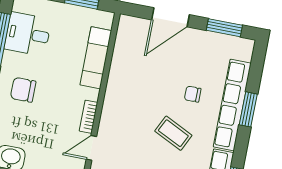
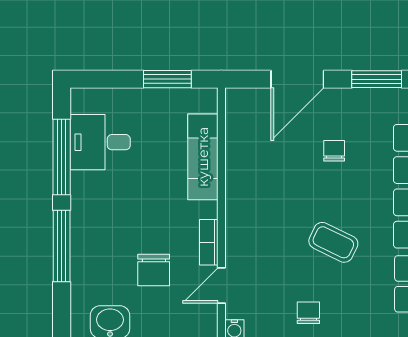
chair: (23, 90) -> (154, 270), moved, turned -90
chair: (193, 94) -> (334, 151), moved, turned 90

